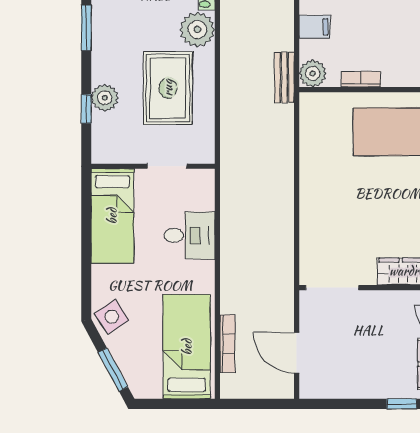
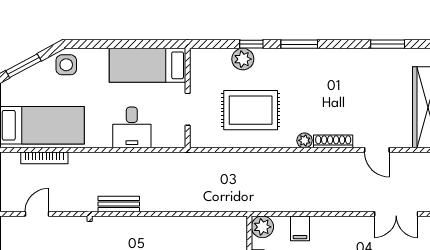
plant: (197, 29) -> (305, 140), width x0.53, depth x0.53
bench: (284, 77) -> (119, 204), moved
window: (86, 109) -> (251, 44), moved
side table: (112, 317) -> (66, 65), turned 33
door: (297, 353) -> (37, 214), width x0.73

